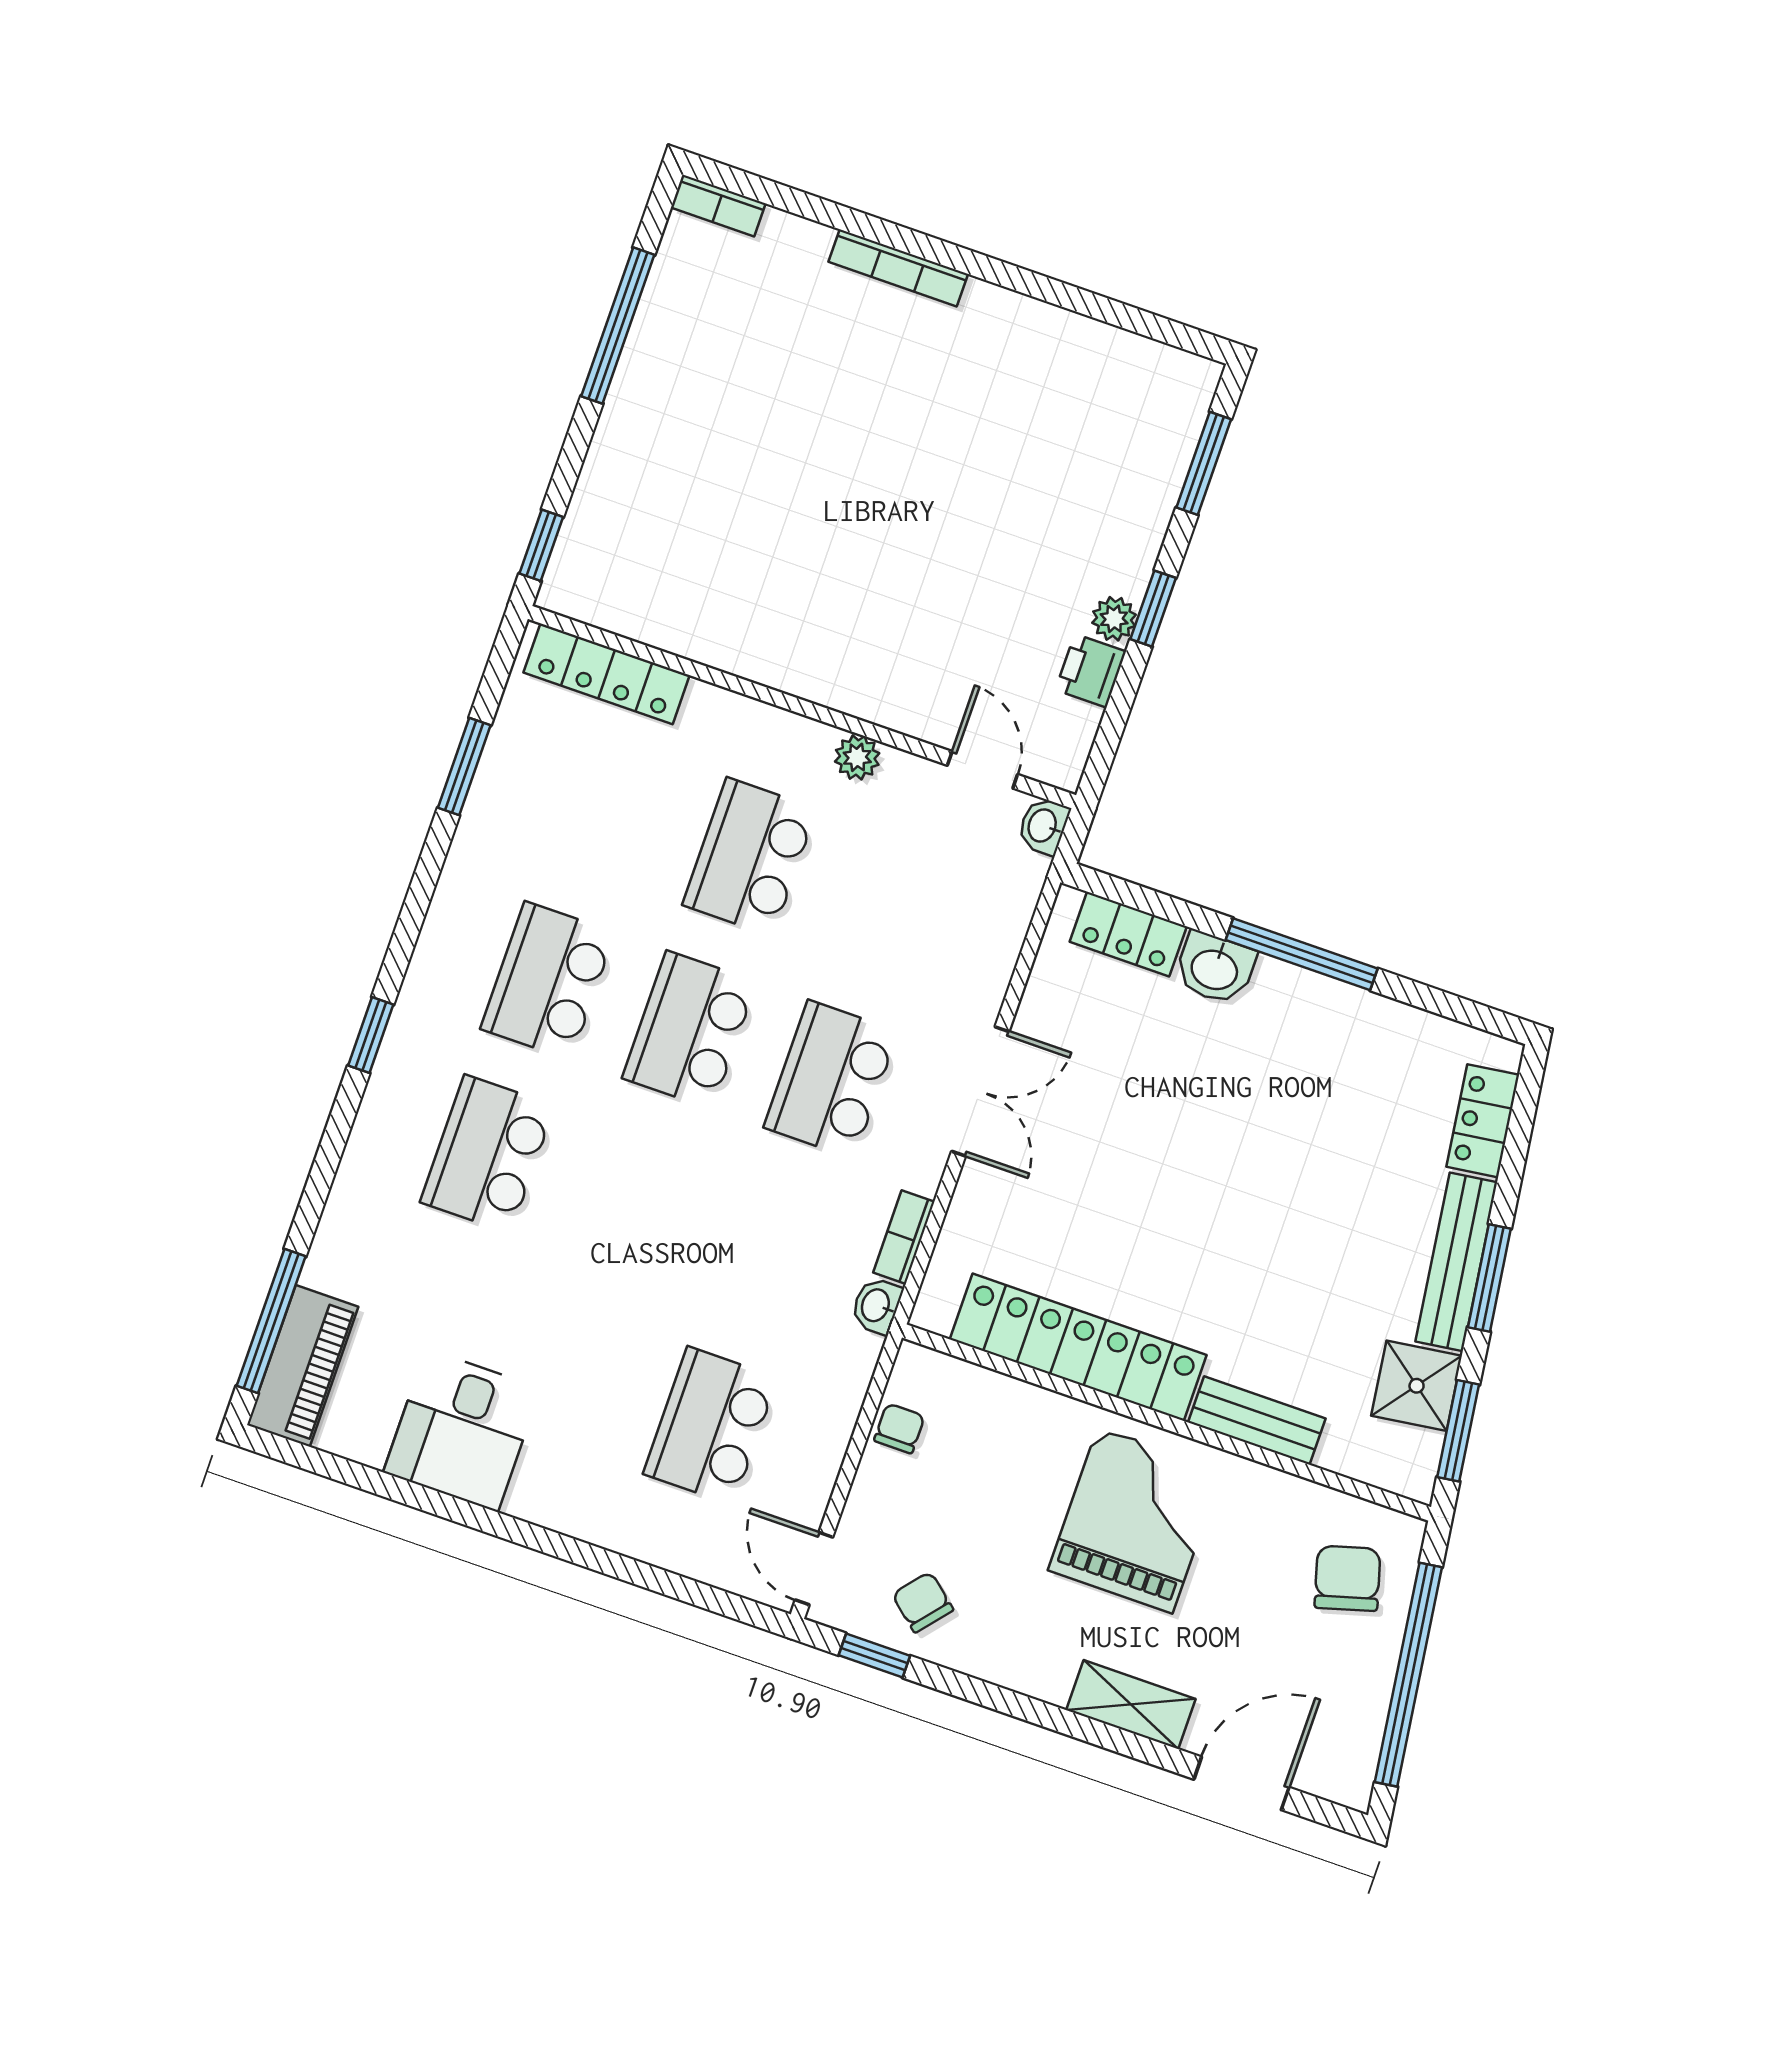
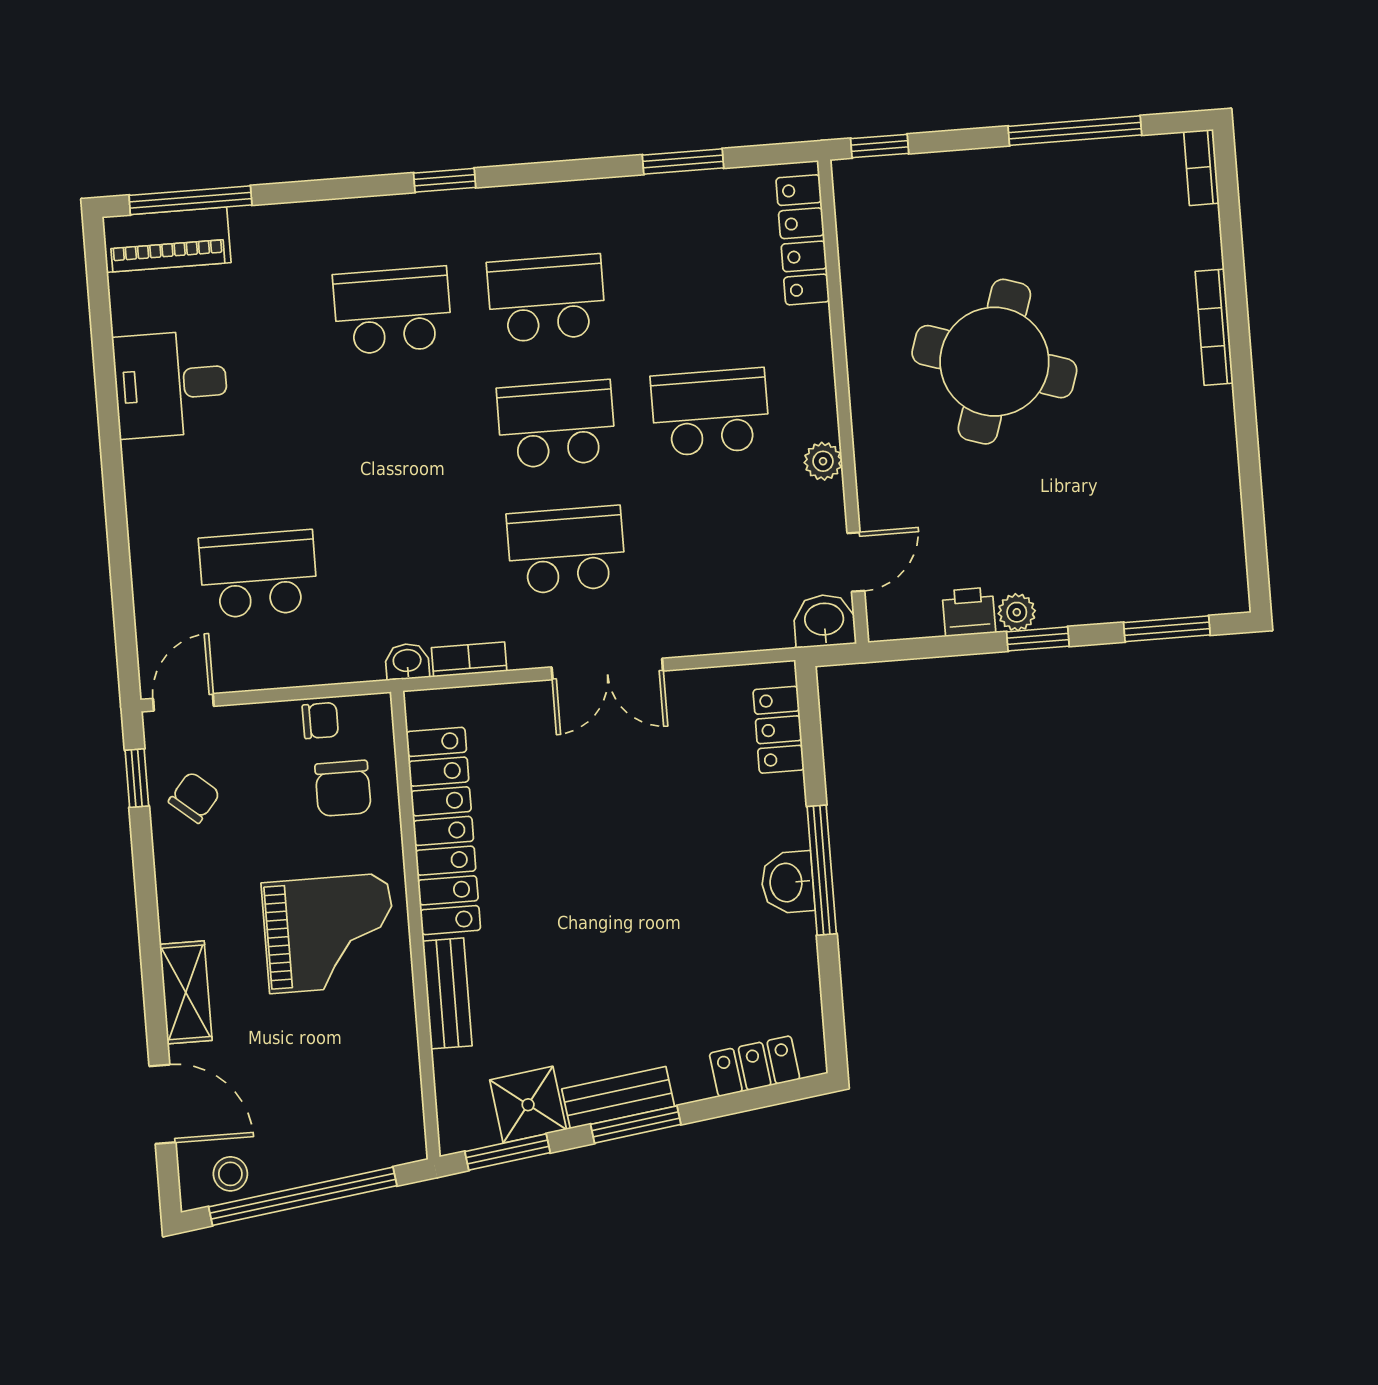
round table: (831, 523) -> (994, 362), added
washbasin: (1043, 826) -> (824, 621), width x1.38, depth x1.45
washbasin: (1215, 968) -> (788, 882), moved
bench: (1456, 1262) -> (618, 1098), width x0.73
chair: (1347, 1578) -> (343, 788), moved, turned 106
stool: (1350, 1743) -> (230, 1174), added

